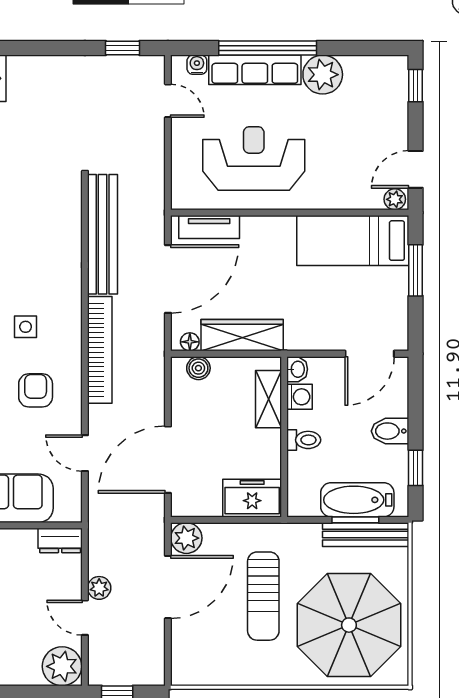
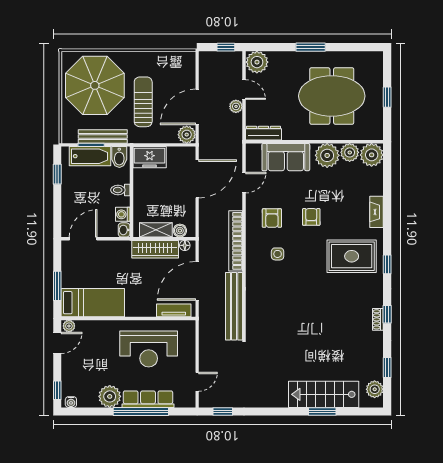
water cooler: (197, 65) -> (71, 402), moved
door: (168, 101) -> (197, 382), swing flipped
shelving: (268, 399) -> (156, 230), moved, turned 90
bidet: (390, 431) -> (119, 157), moved, turned 90
door: (85, 453) -> (244, 183), hinge flipped
bench: (366, 535) -> (103, 136), moved
dresser: (60, 540) -> (263, 133), width x1.44

